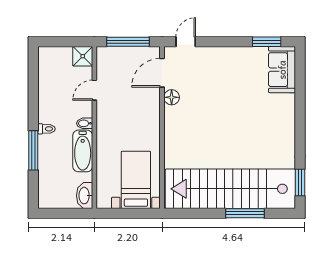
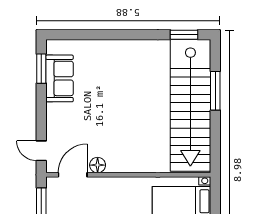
sofa: (282, 70) -> (60, 78), moved, turned -90
door: (162, 73) -> (73, 175), swing flipped

